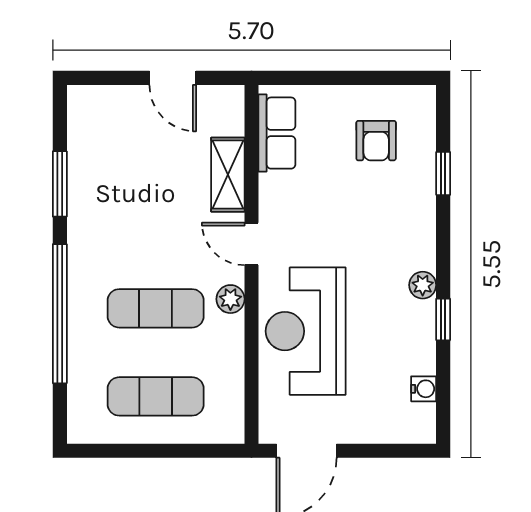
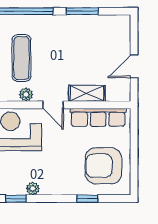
row of seats: (277, 133) -> (98, 117), width x1.48
armchair: (376, 141) -> (103, 166), width x1.88, depth x1.88
door: (251, 244) -> (53, 105), swing flipped

